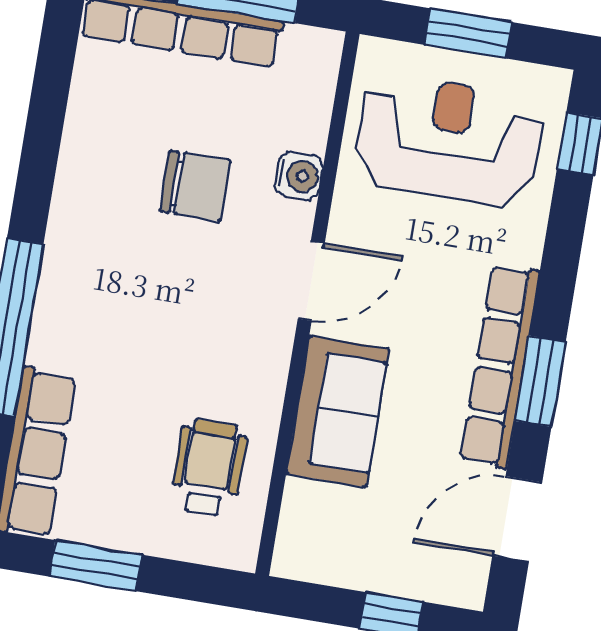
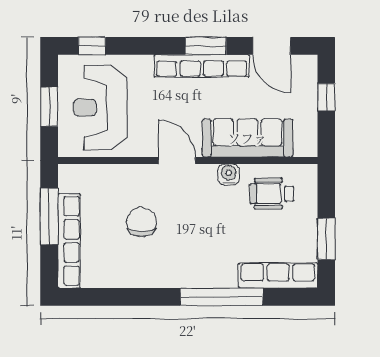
water cooler: (299, 176) -> (229, 174), moved
sofa: (338, 411) -> (247, 138), width x1.36

